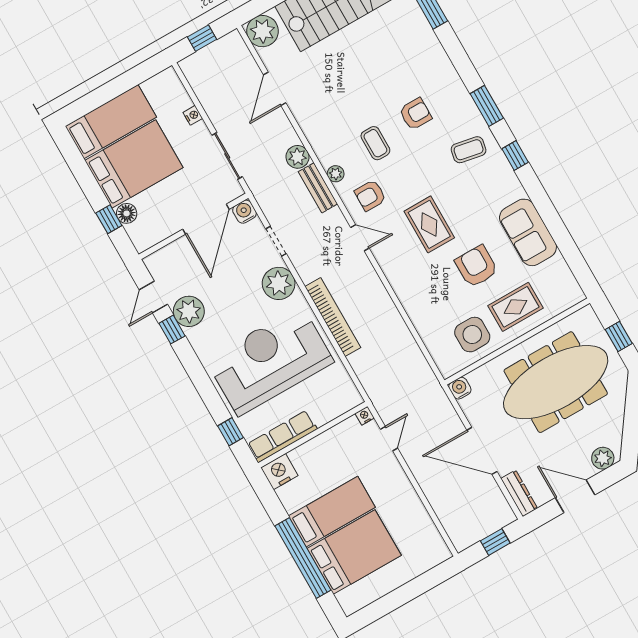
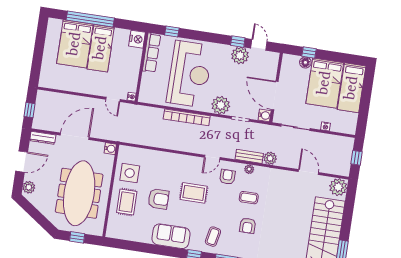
sofa: (528, 232) -> (171, 236), moved

